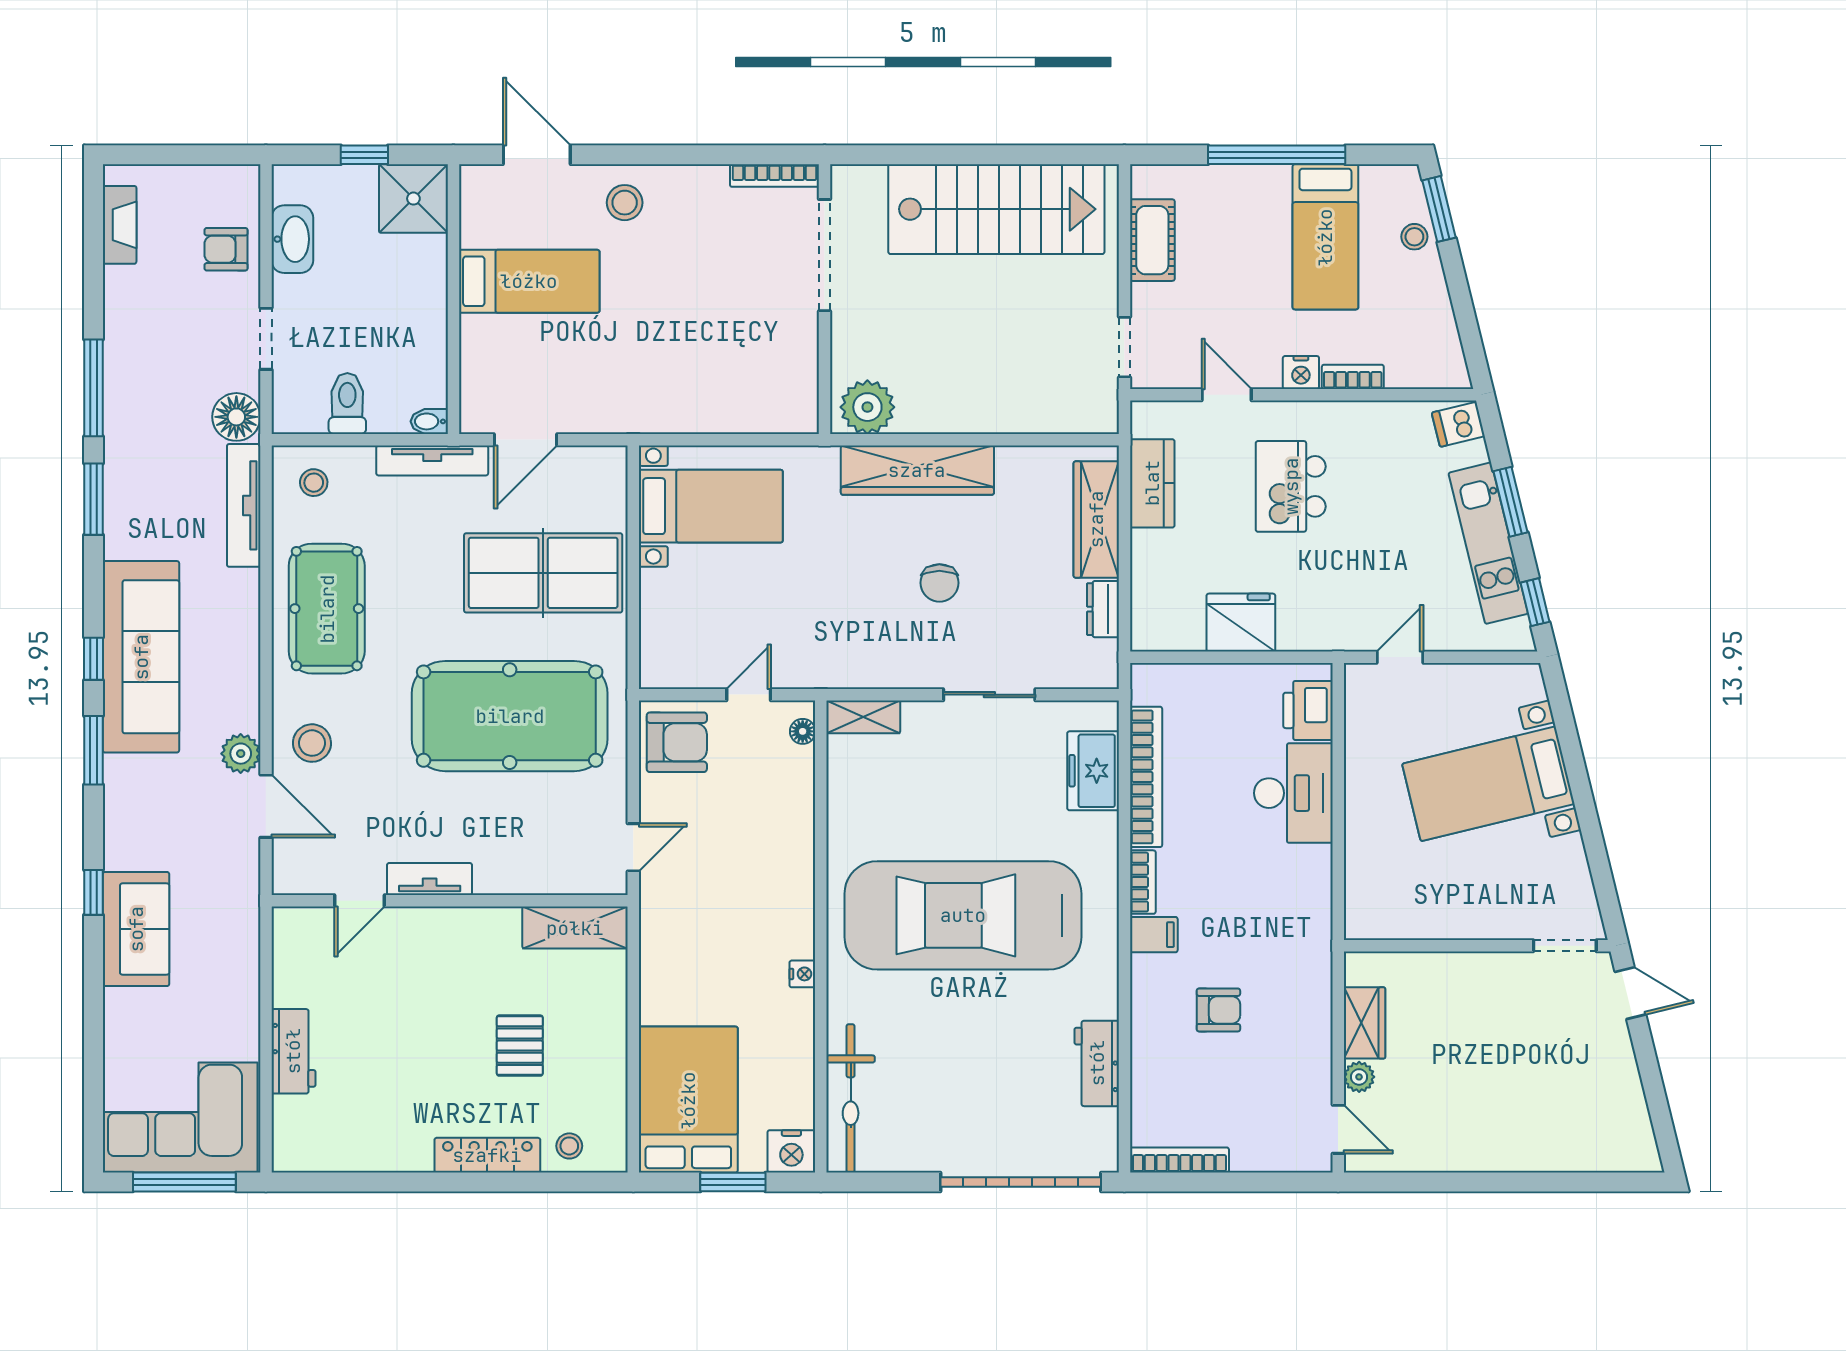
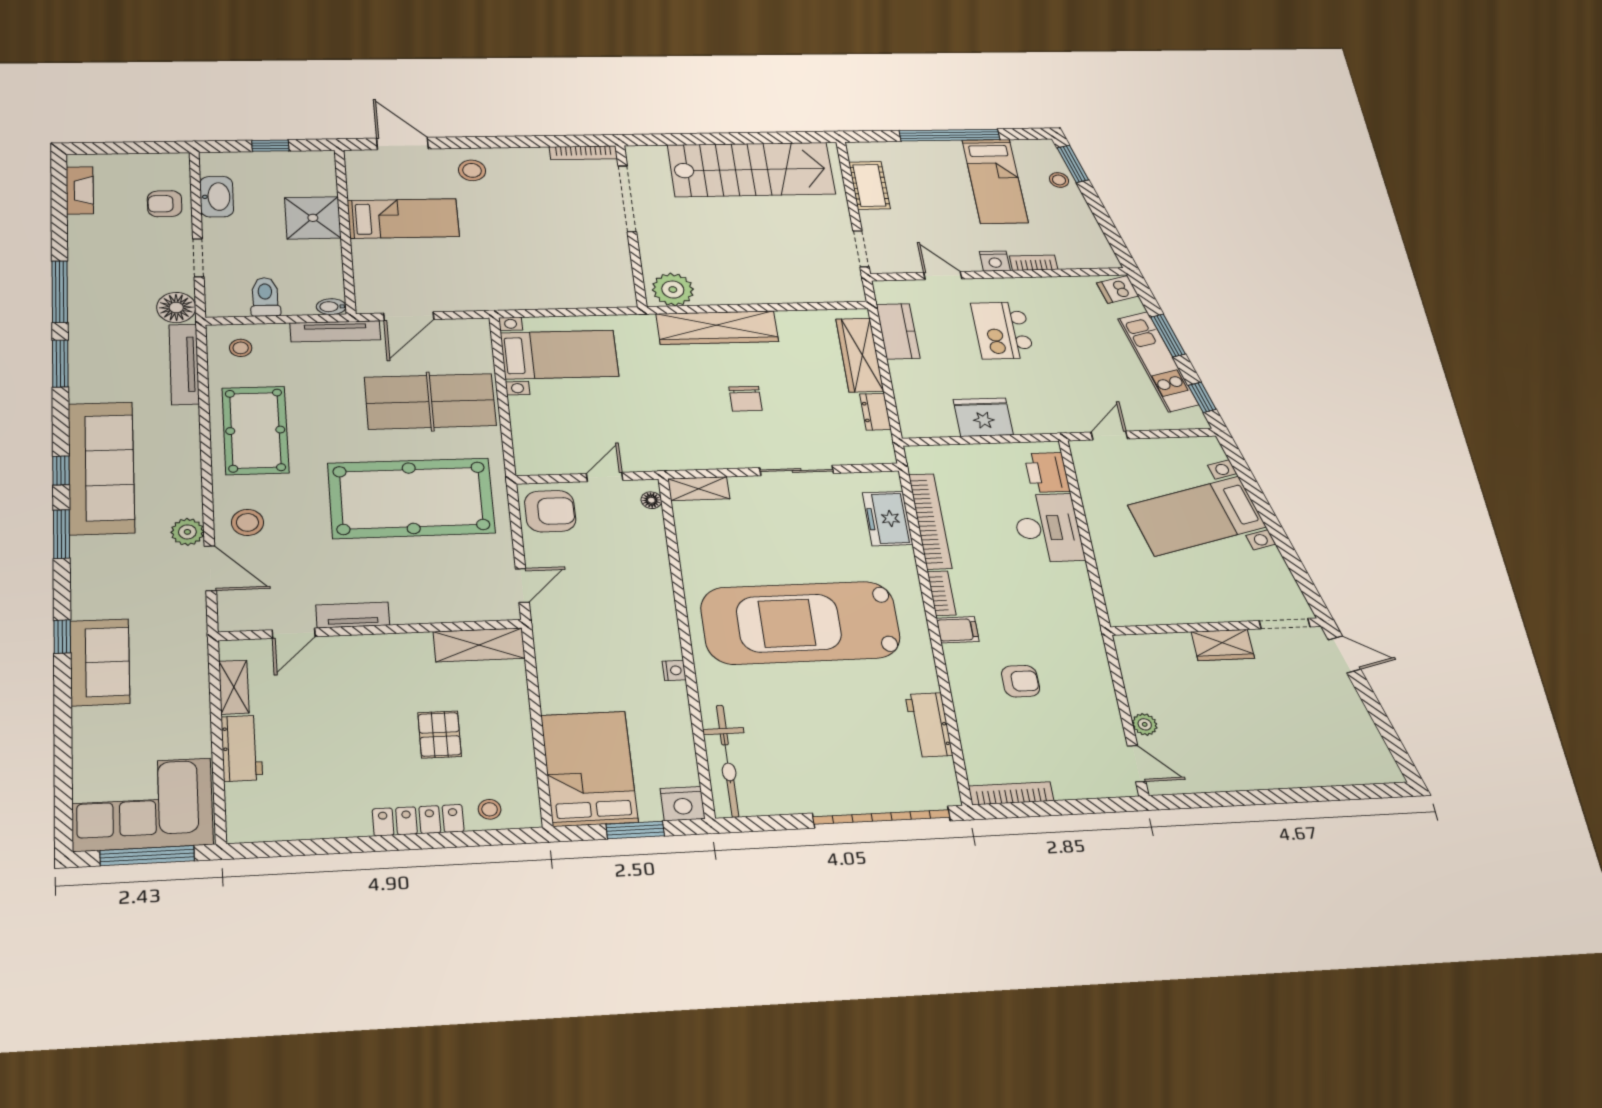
shower: (413, 199) -> (313, 218), moved
shelving: (288, 970) -> (234, 687), added
wardrobe: (1364, 1023) -> (1223, 645), moved, turned 90

